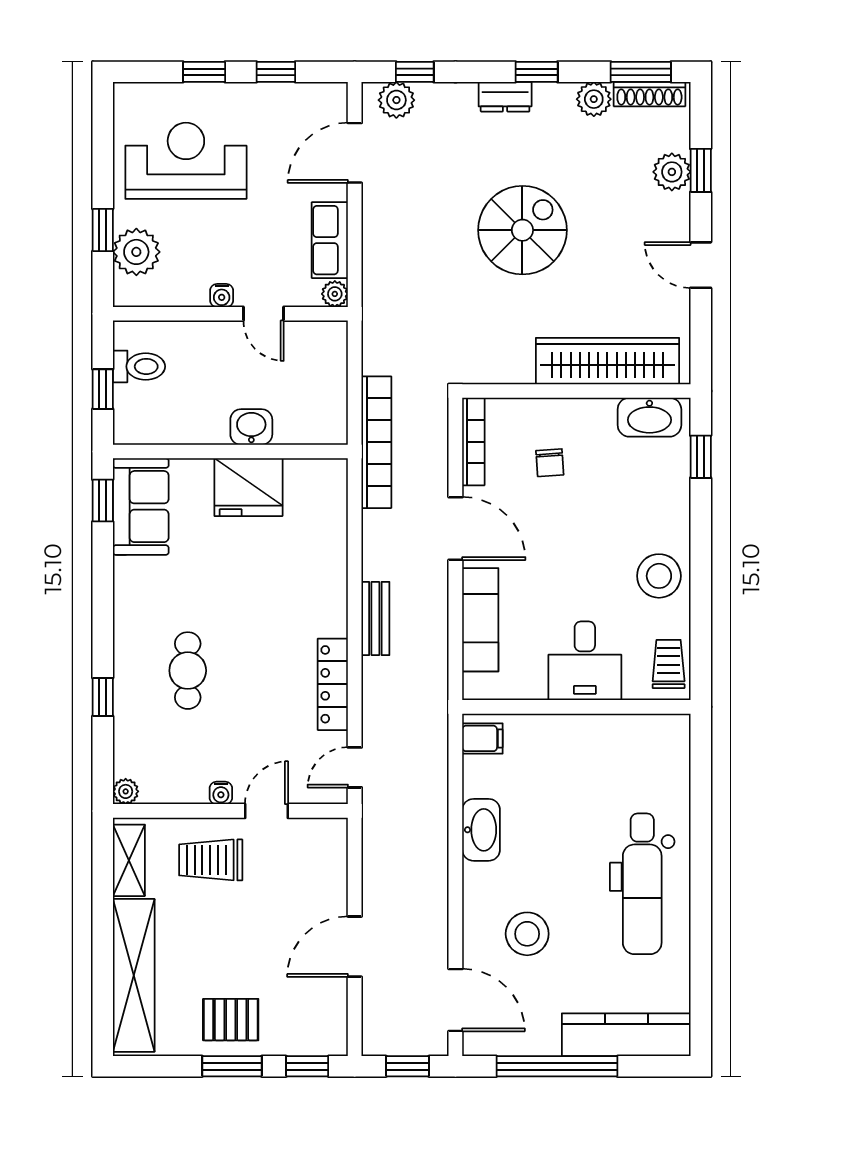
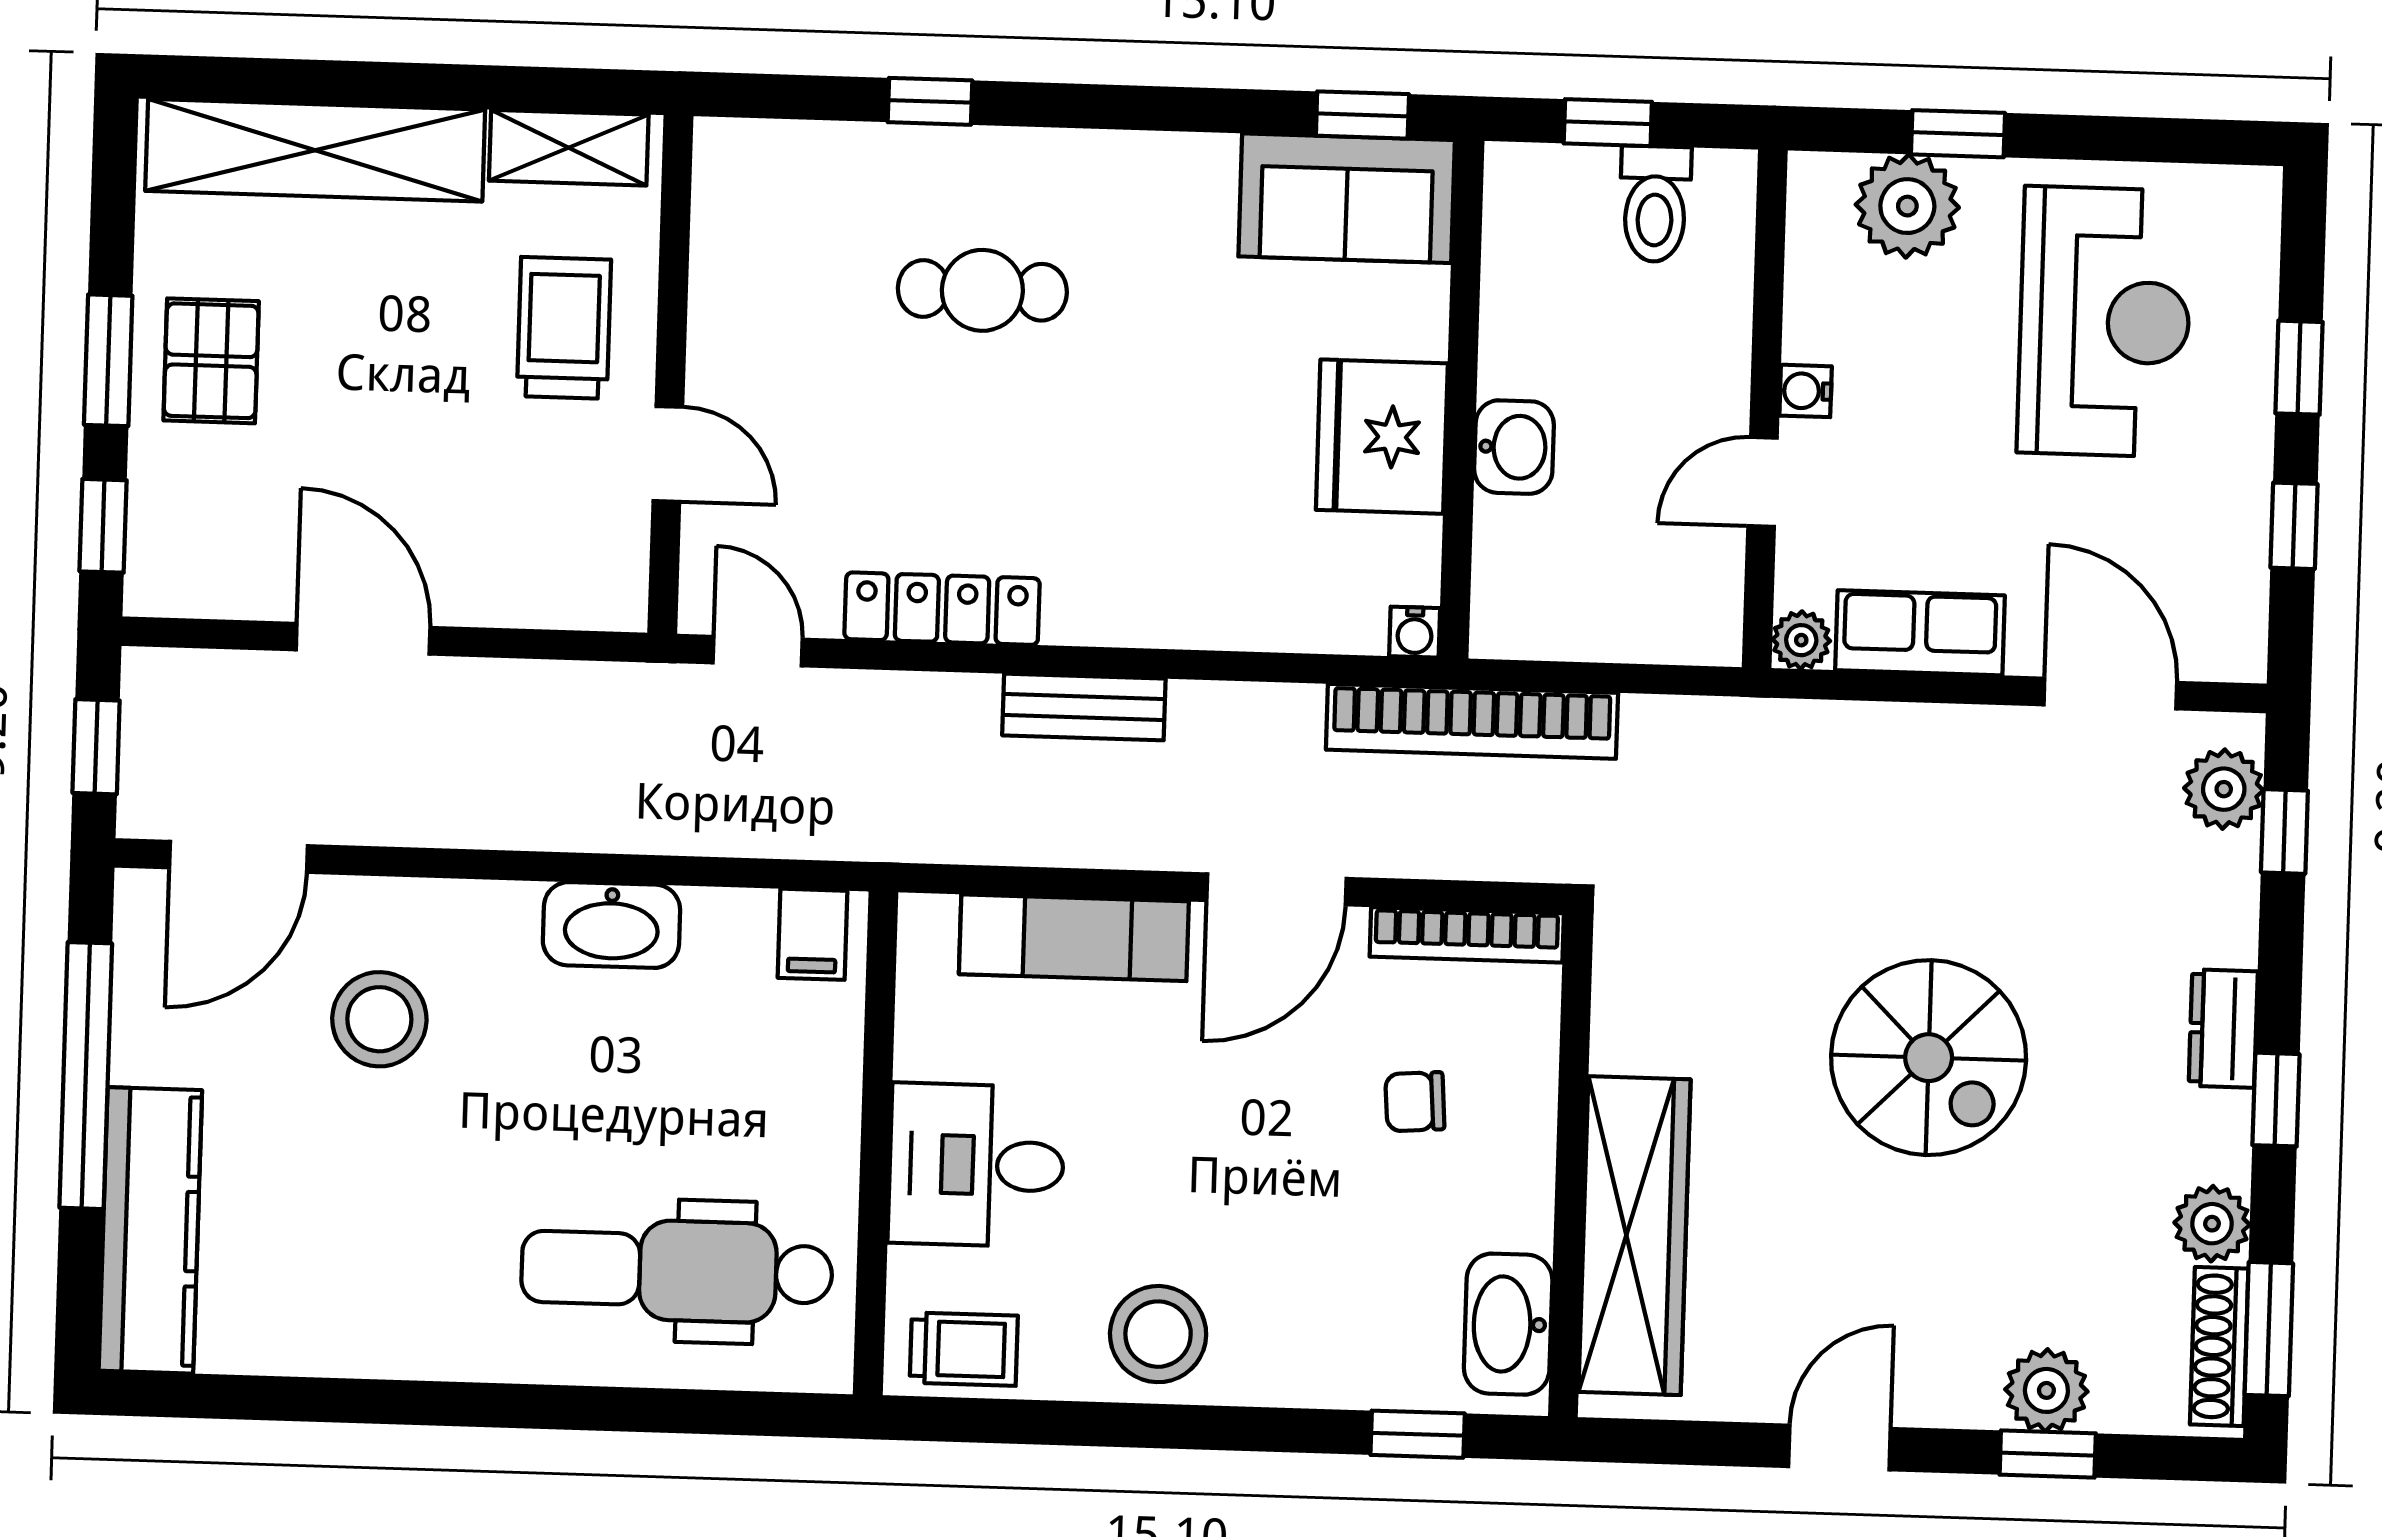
plant: (126, 791) -> (721, 145), removed
water cooler: (221, 793) -> (1415, 632), moved, turned -90
dental chair: (642, 884) -> (677, 1271), moved

